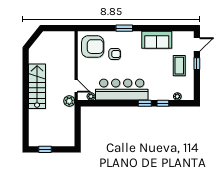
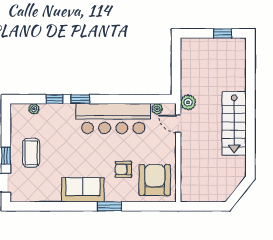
sofa: (157, 40) -> (83, 190), moved
armchair: (93, 47) -> (155, 180), turned 90

